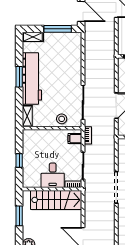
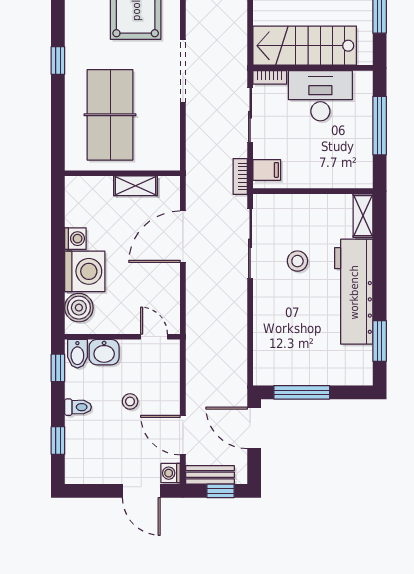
shelving: (33, 37) -> (352, 376), removed
window: (19, 77) -> (380, 341), moved
stool: (62, 119) -> (297, 261), moved
window: (19, 160) -> (380, 126), width x2.17
desk: (53, 175) -> (320, 96), width x1.37

